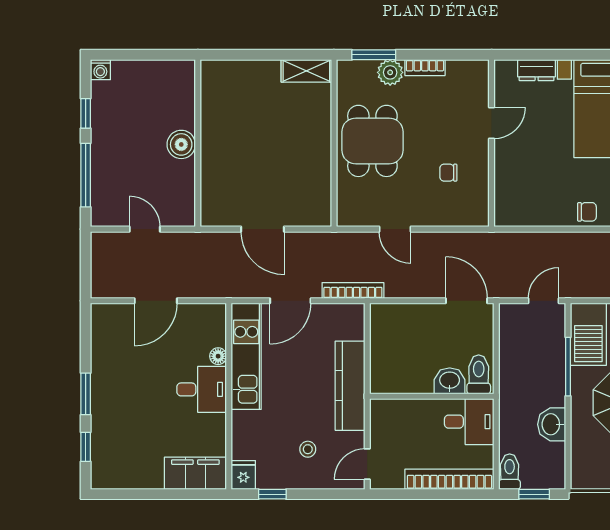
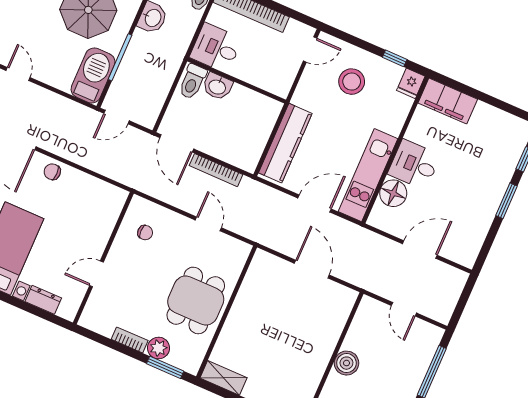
chair: (448, 173) -> (145, 233), moved
bookcase: (353, 290) -> (216, 170), moved
floor lamp: (218, 356) -> (393, 193), width x1.89, depth x1.89
kitchen counter: (350, 386) -> (285, 143), moved
stool: (308, 449) -> (352, 82), width x1.89, depth x1.89

